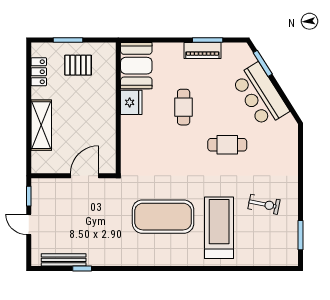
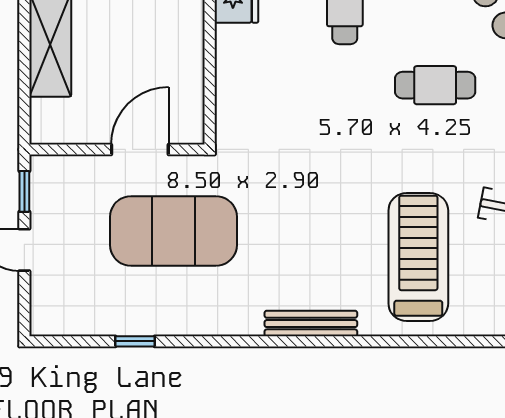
exercise mat: (163, 217) -> (173, 231), moved
bench: (64, 260) -> (311, 324), moved

